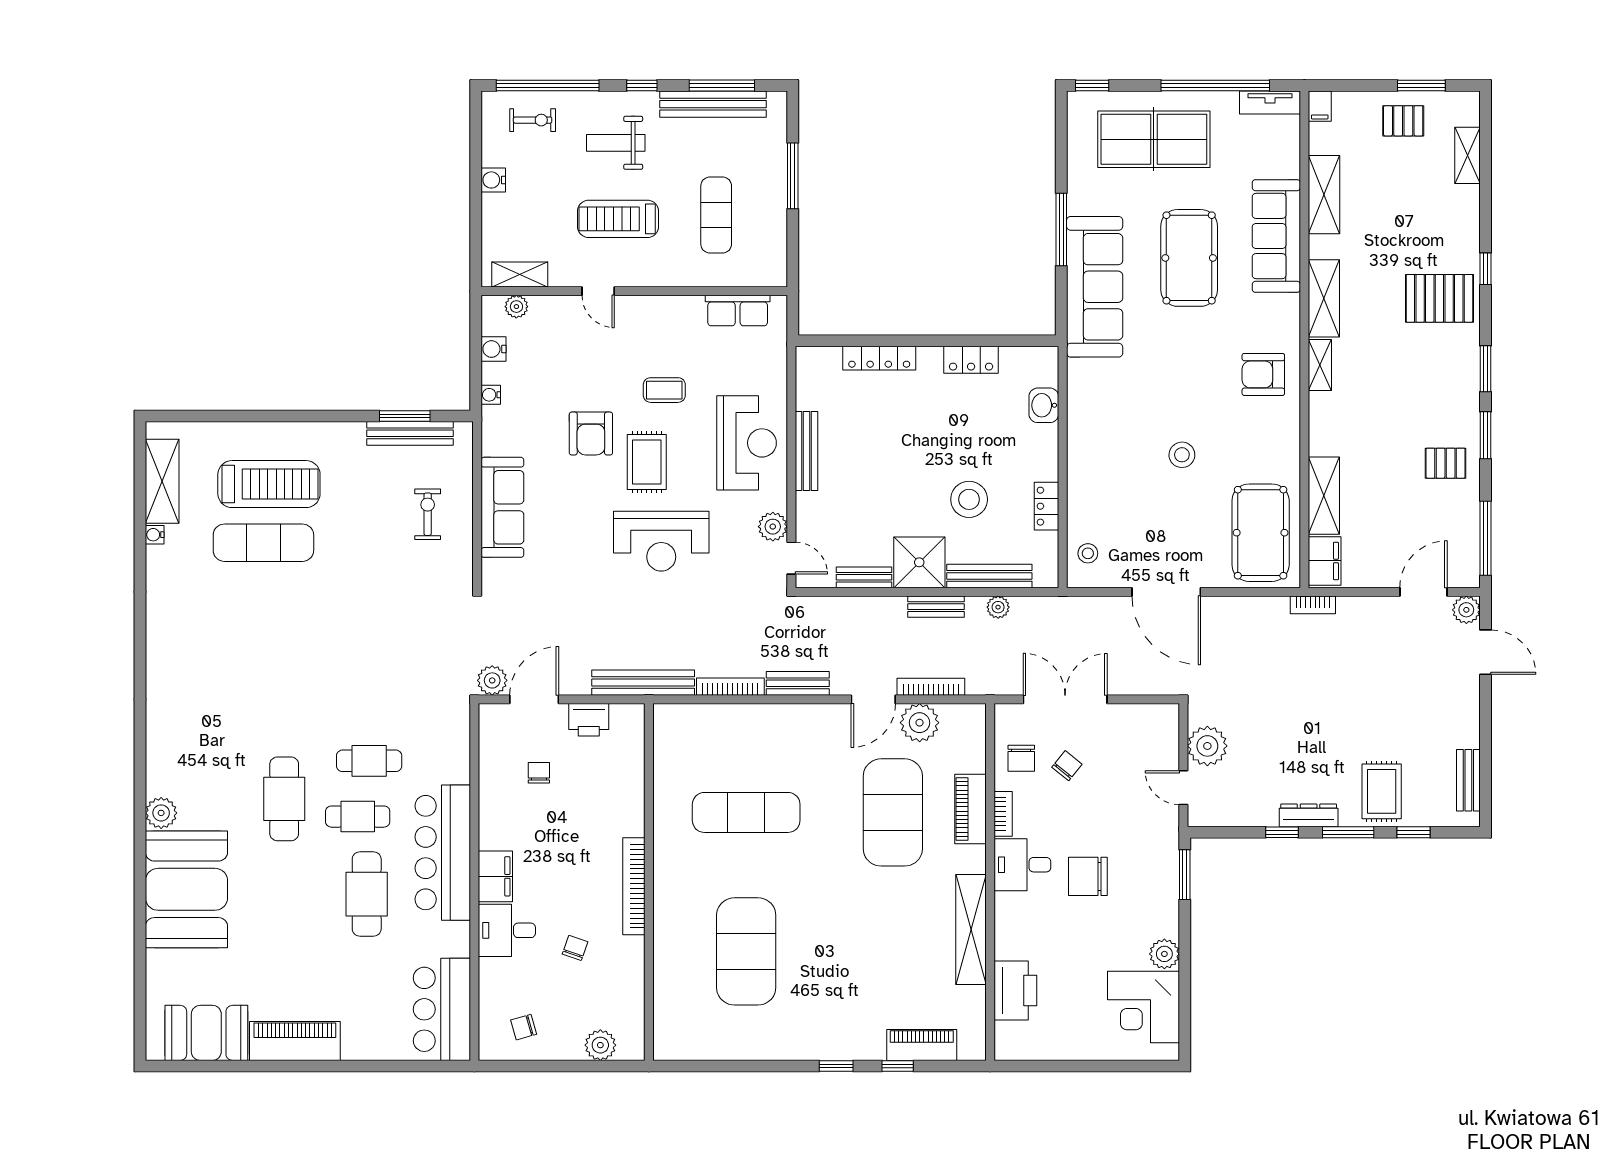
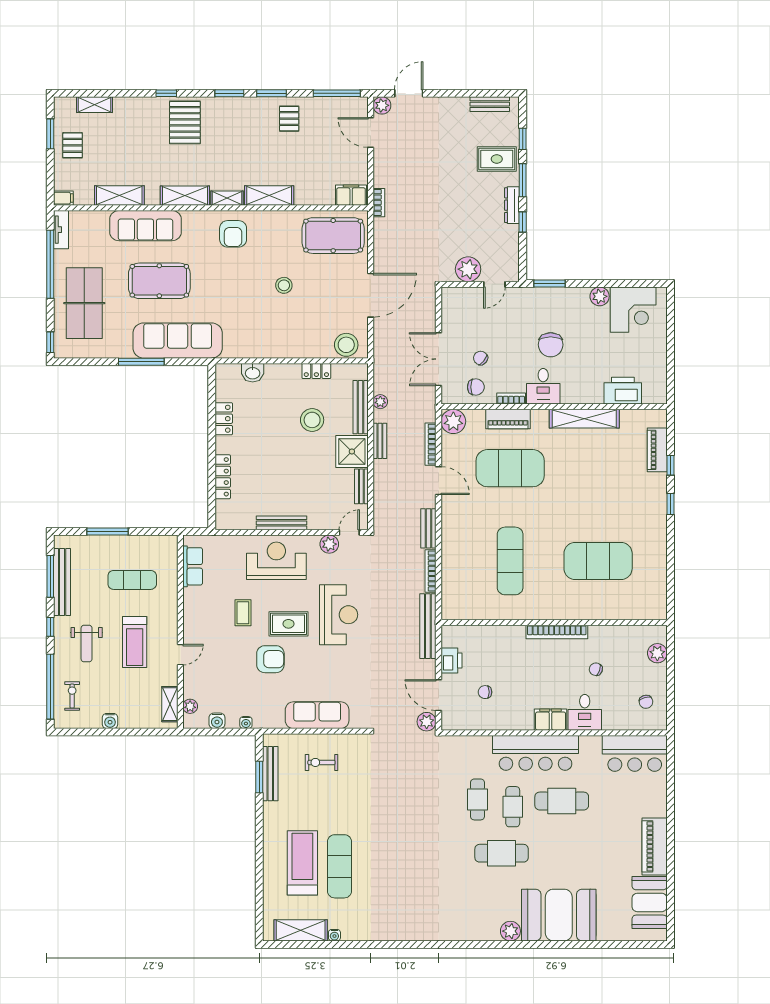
shelving: (1324, 496) -> (269, 196), moved
stool: (1088, 553) -> (346, 345), width x1.89, depth x1.89
plant: (920, 723) -> (453, 421), moved

